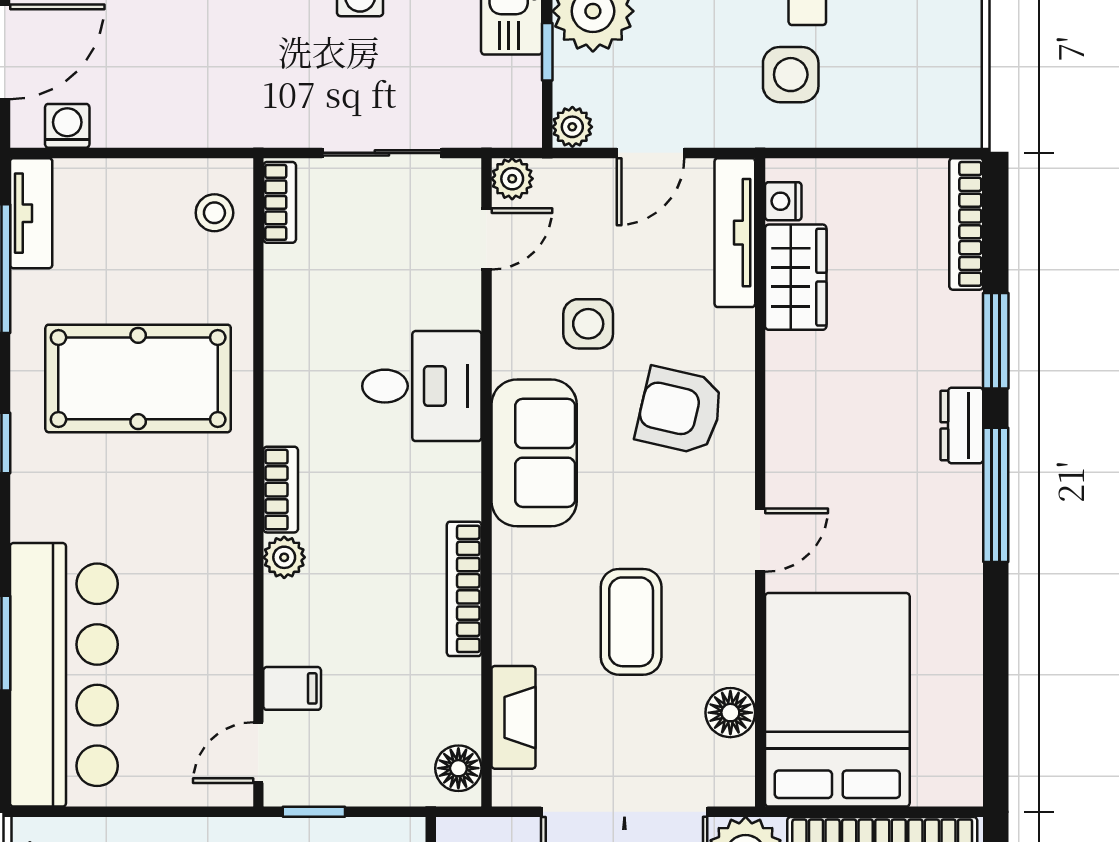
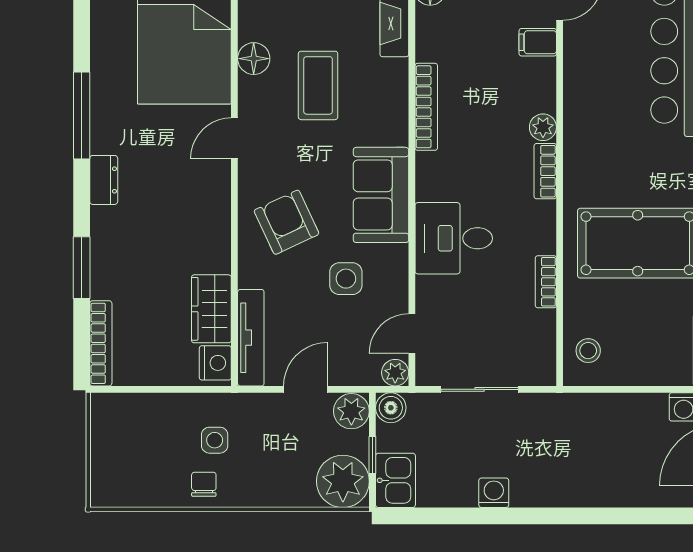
side table: (791, 75) -> (215, 440), width x0.73, depth x0.73
boiler: (519, 125) -> (391, 408), added
plant: (572, 127) -> (351, 411), width x1.38, depth x1.38
nightstand: (783, 201) -> (215, 363), width x1.39, depth x1.35
bookcase: (280, 202) -> (546, 282), moved
armchair: (680, 411) -> (286, 222), turned -128
dresser: (962, 425) -> (104, 180), moved
window: (996, 495) -> (82, 115), moved
floor lamp: (730, 713) -> (254, 59), moved

